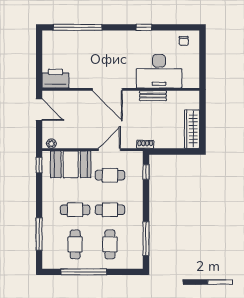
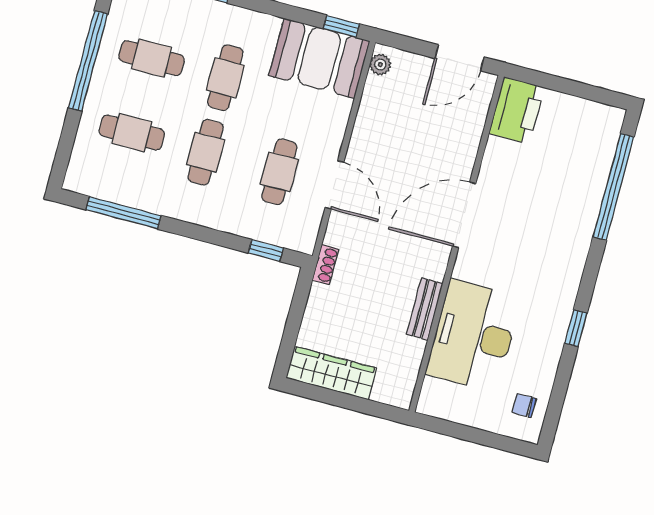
booth: (71, 164) -> (319, 58), moved, turned 90

